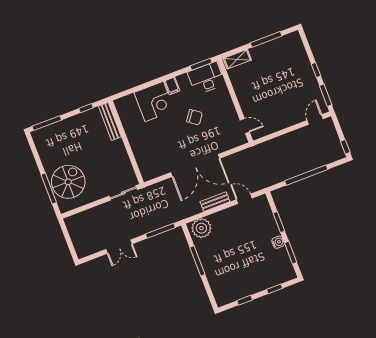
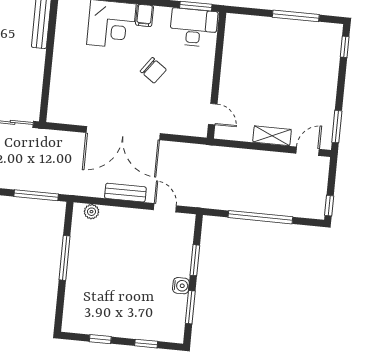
shelving: (237, 59) -> (272, 136), moved
window: (316, 70) -> (345, 47), moved
plant: (201, 228) -> (91, 212), width x0.53, depth x0.53

